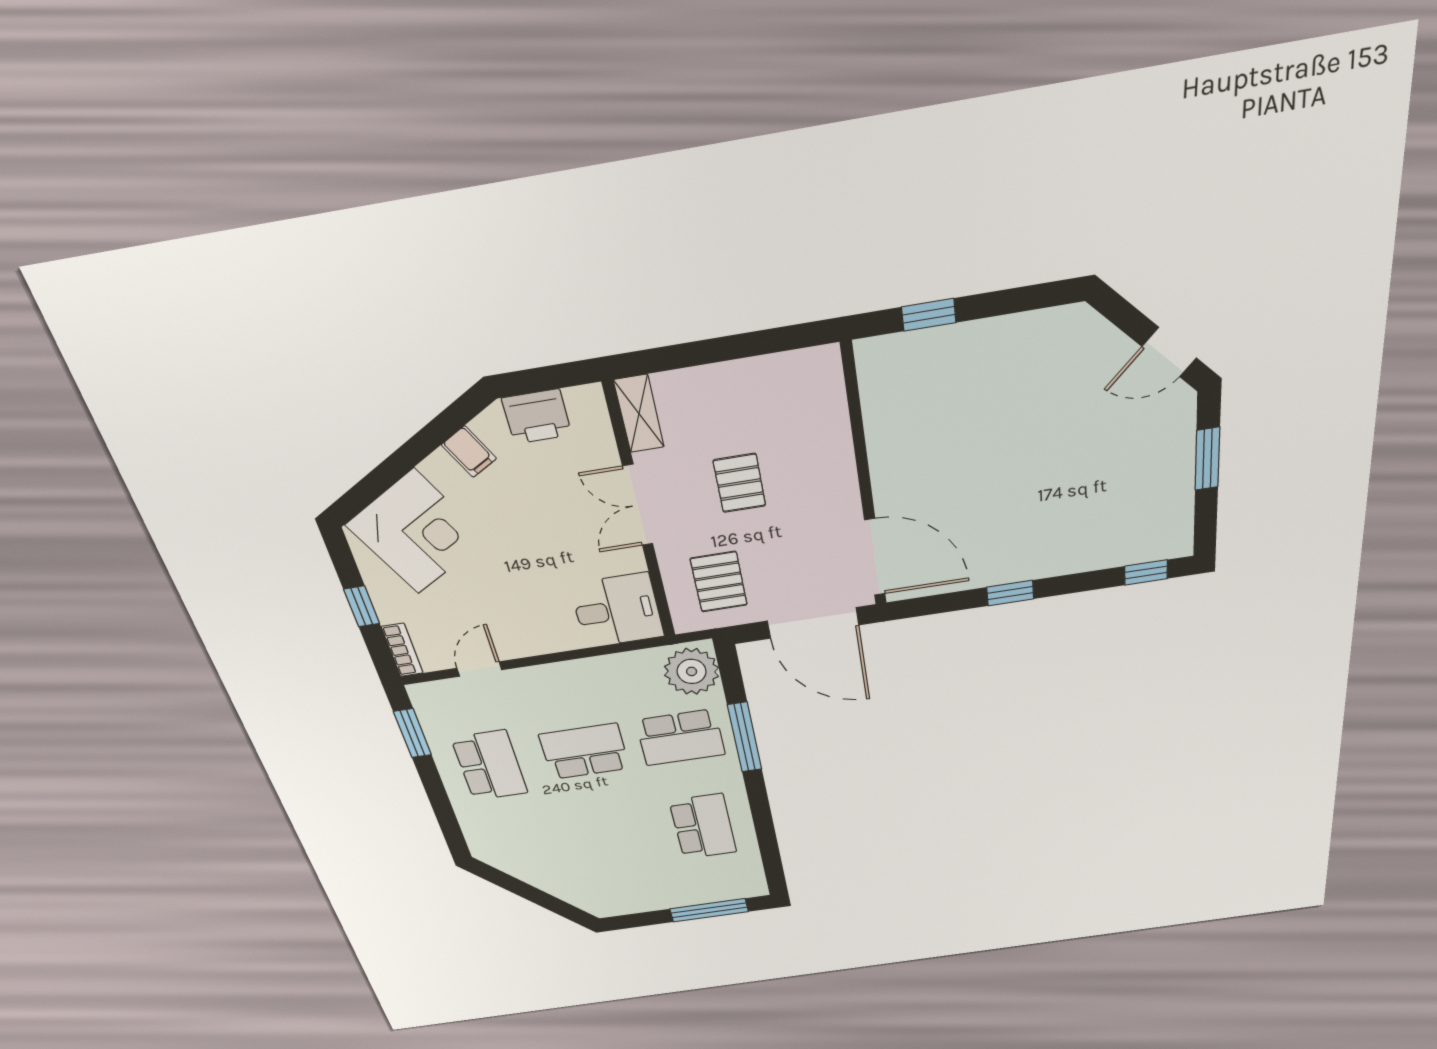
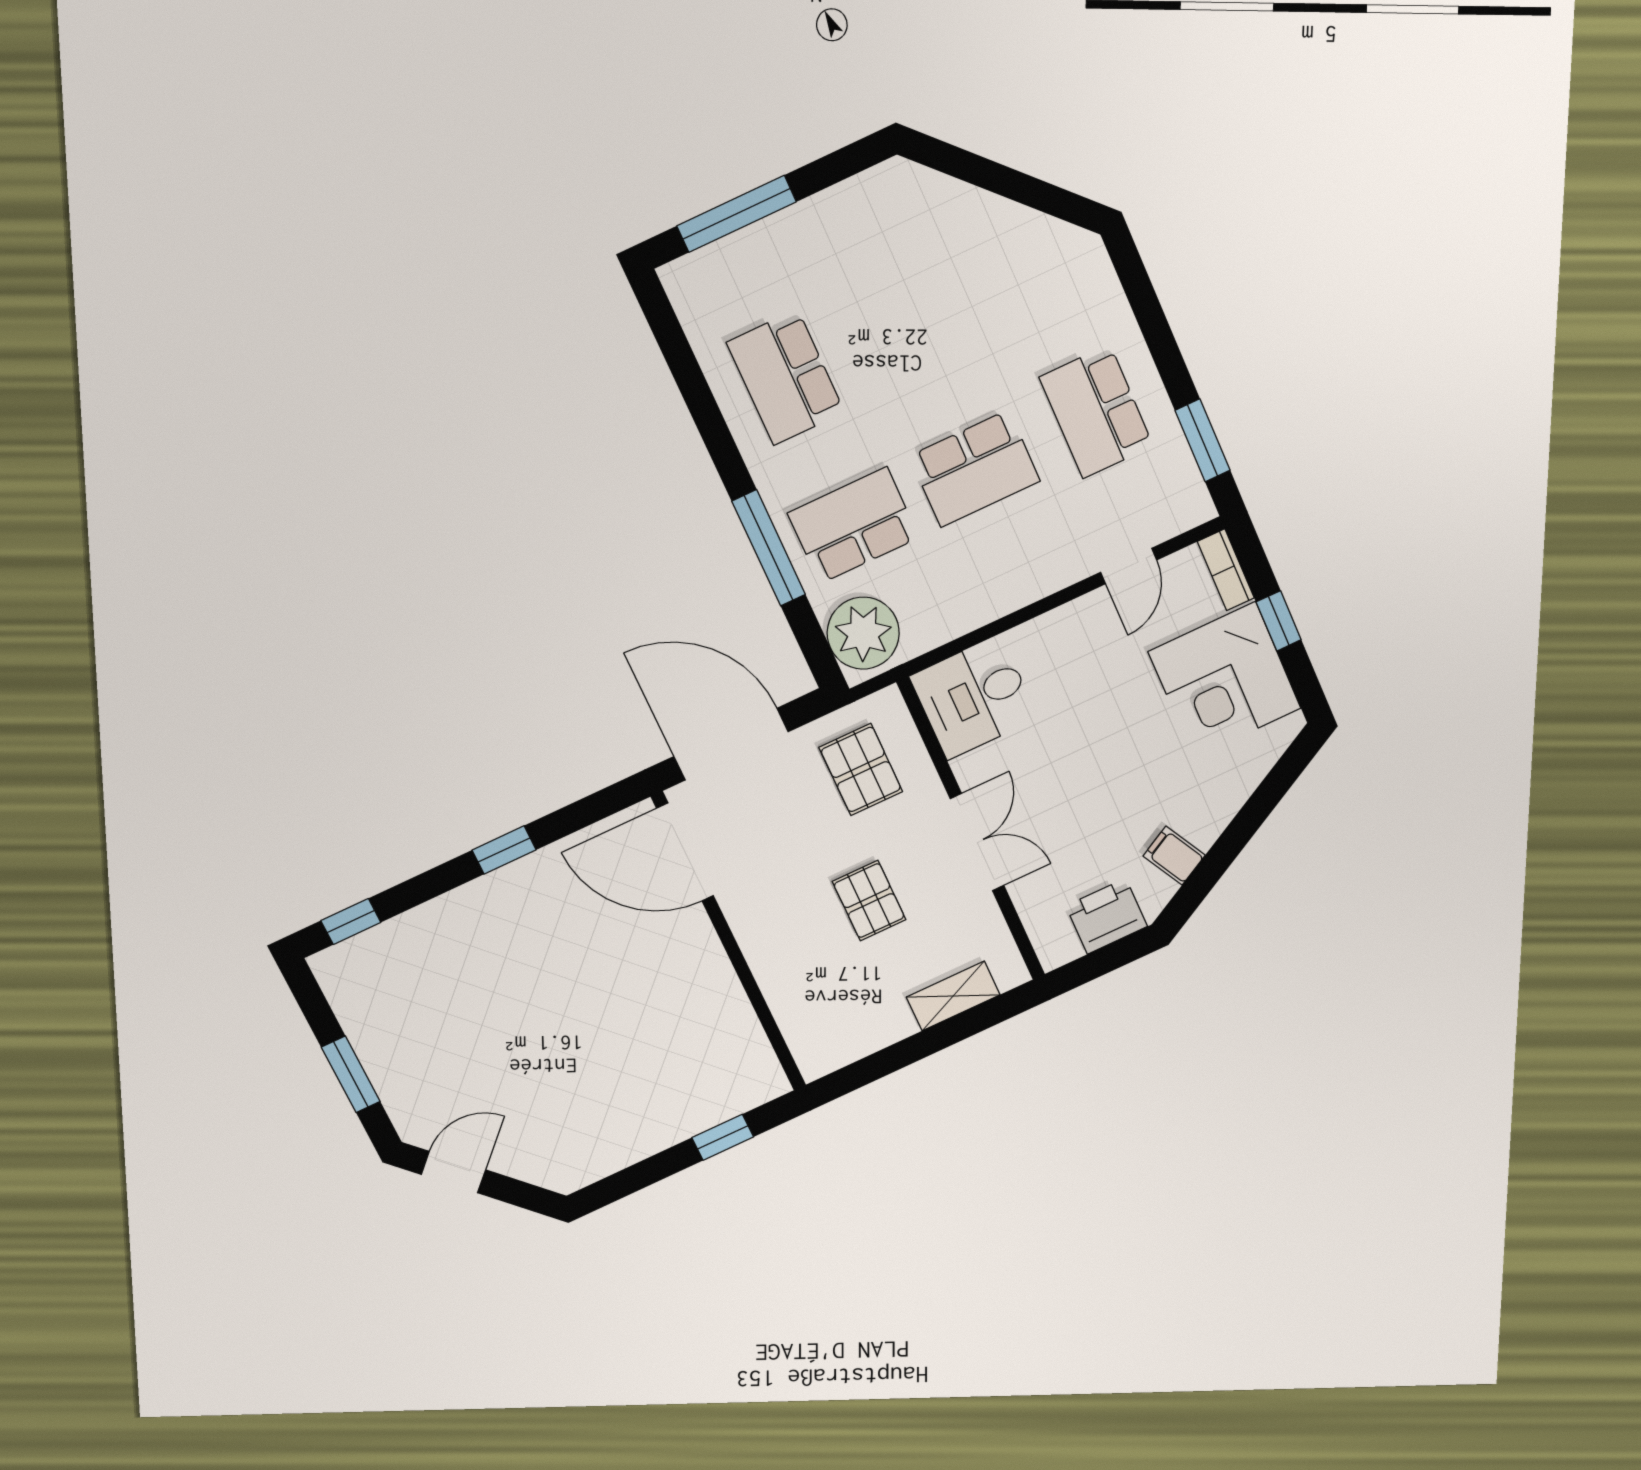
shelving: (639, 414) -> (953, 996), moved, turned 90
corner desk: (416, 532) -> (1225, 680), moved, turned -61

